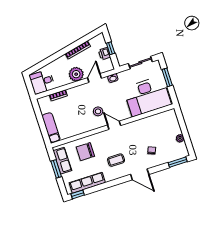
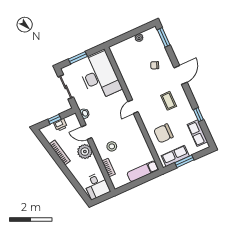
stool: (98, 111) -> (112, 146), moved
chair: (85, 152) -> (163, 133), turned 90
row of seats: (87, 183) -> (197, 133), width x0.68
window: (78, 194) -> (198, 115), moved

